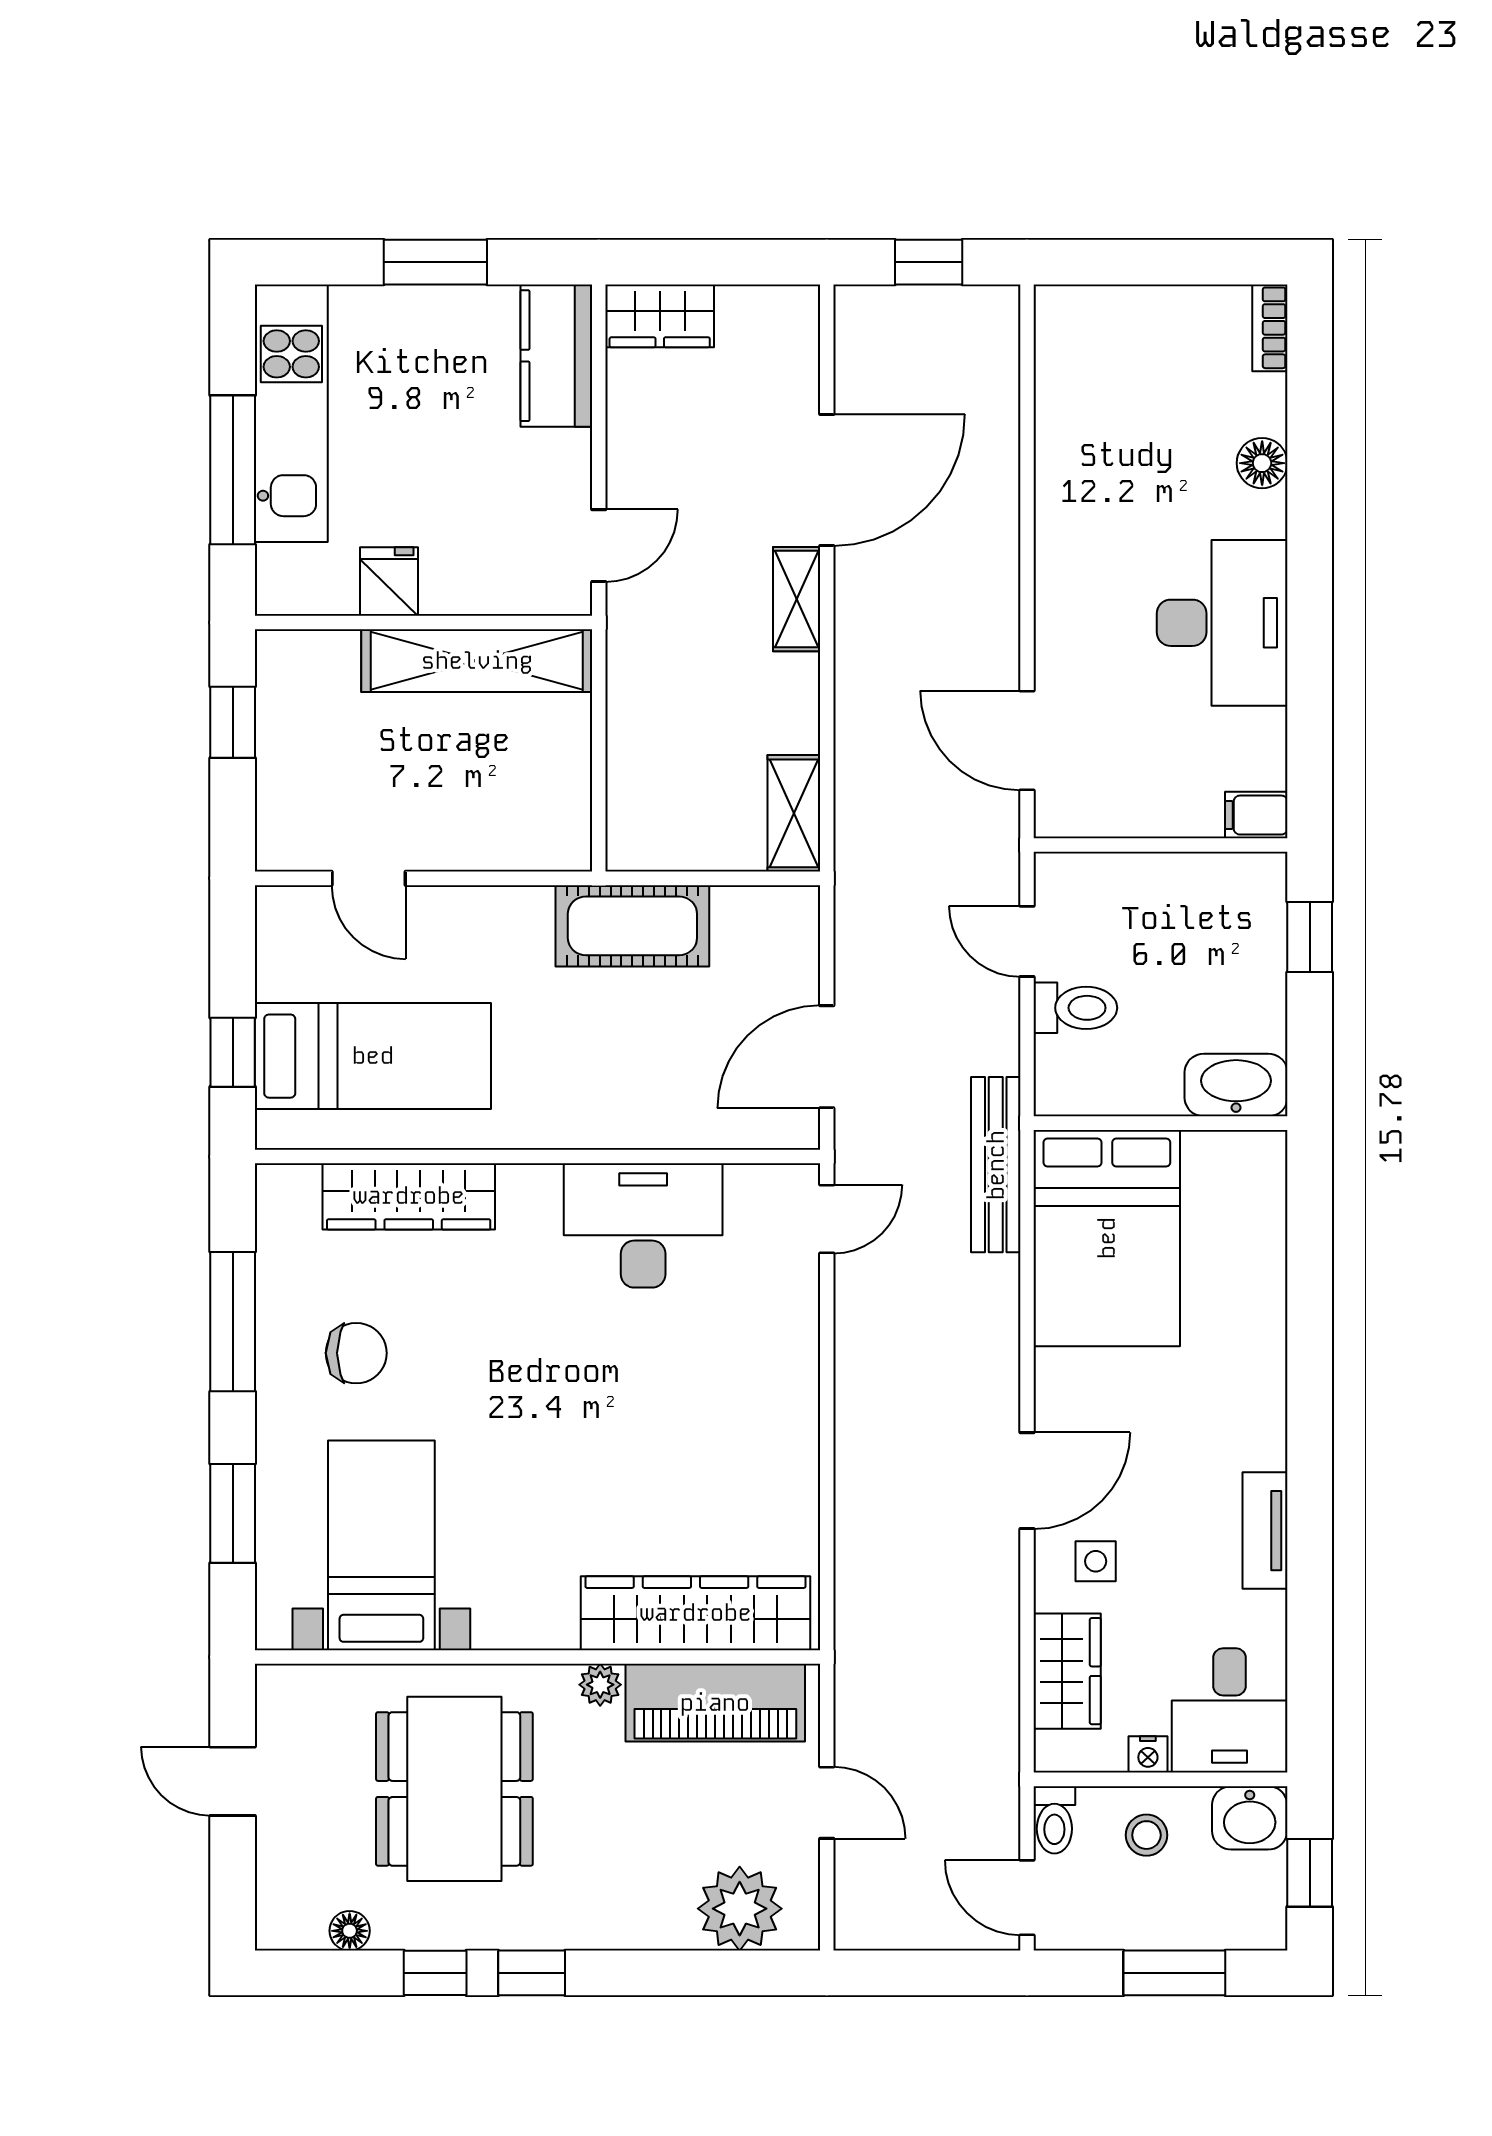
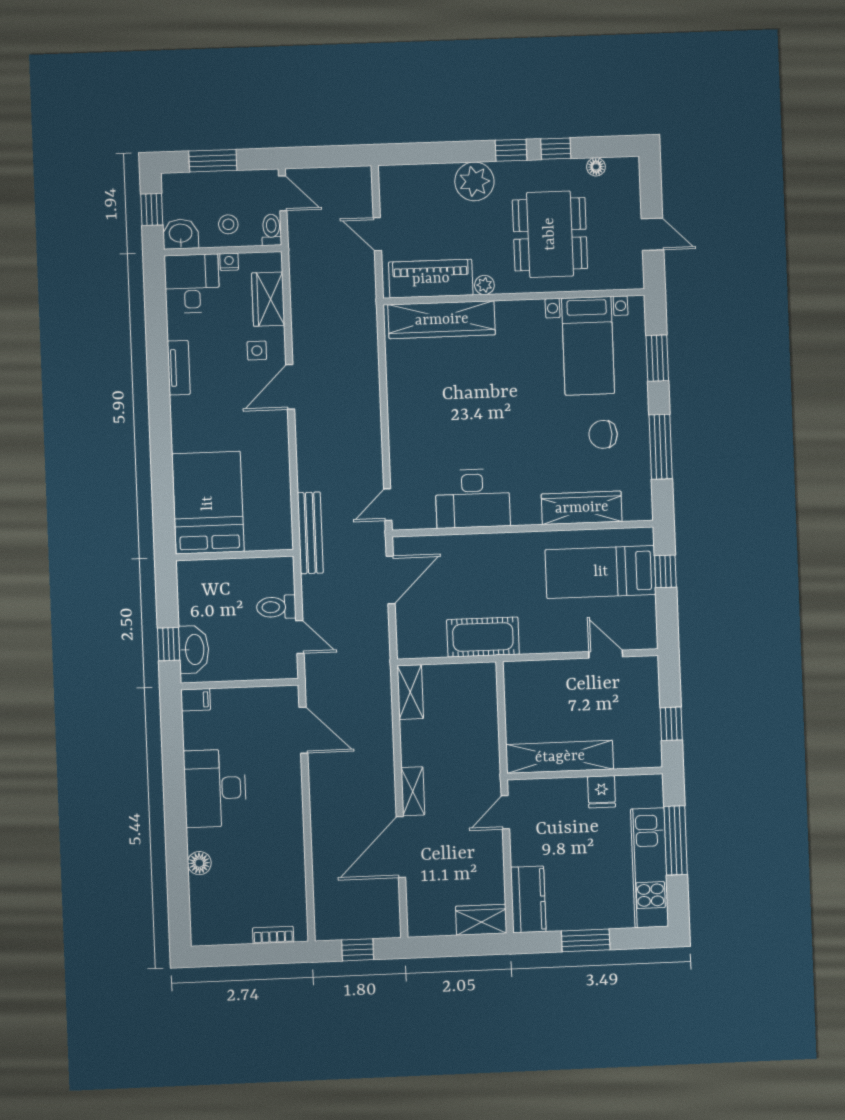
bookcase: (1270, 328) -> (273, 935), moved, turned -90
washbasin: (1236, 1085) -> (194, 649), moved, turned -90
bed: (1107, 1238) -> (208, 503), moved
plant: (740, 1909) -> (474, 181), moved

